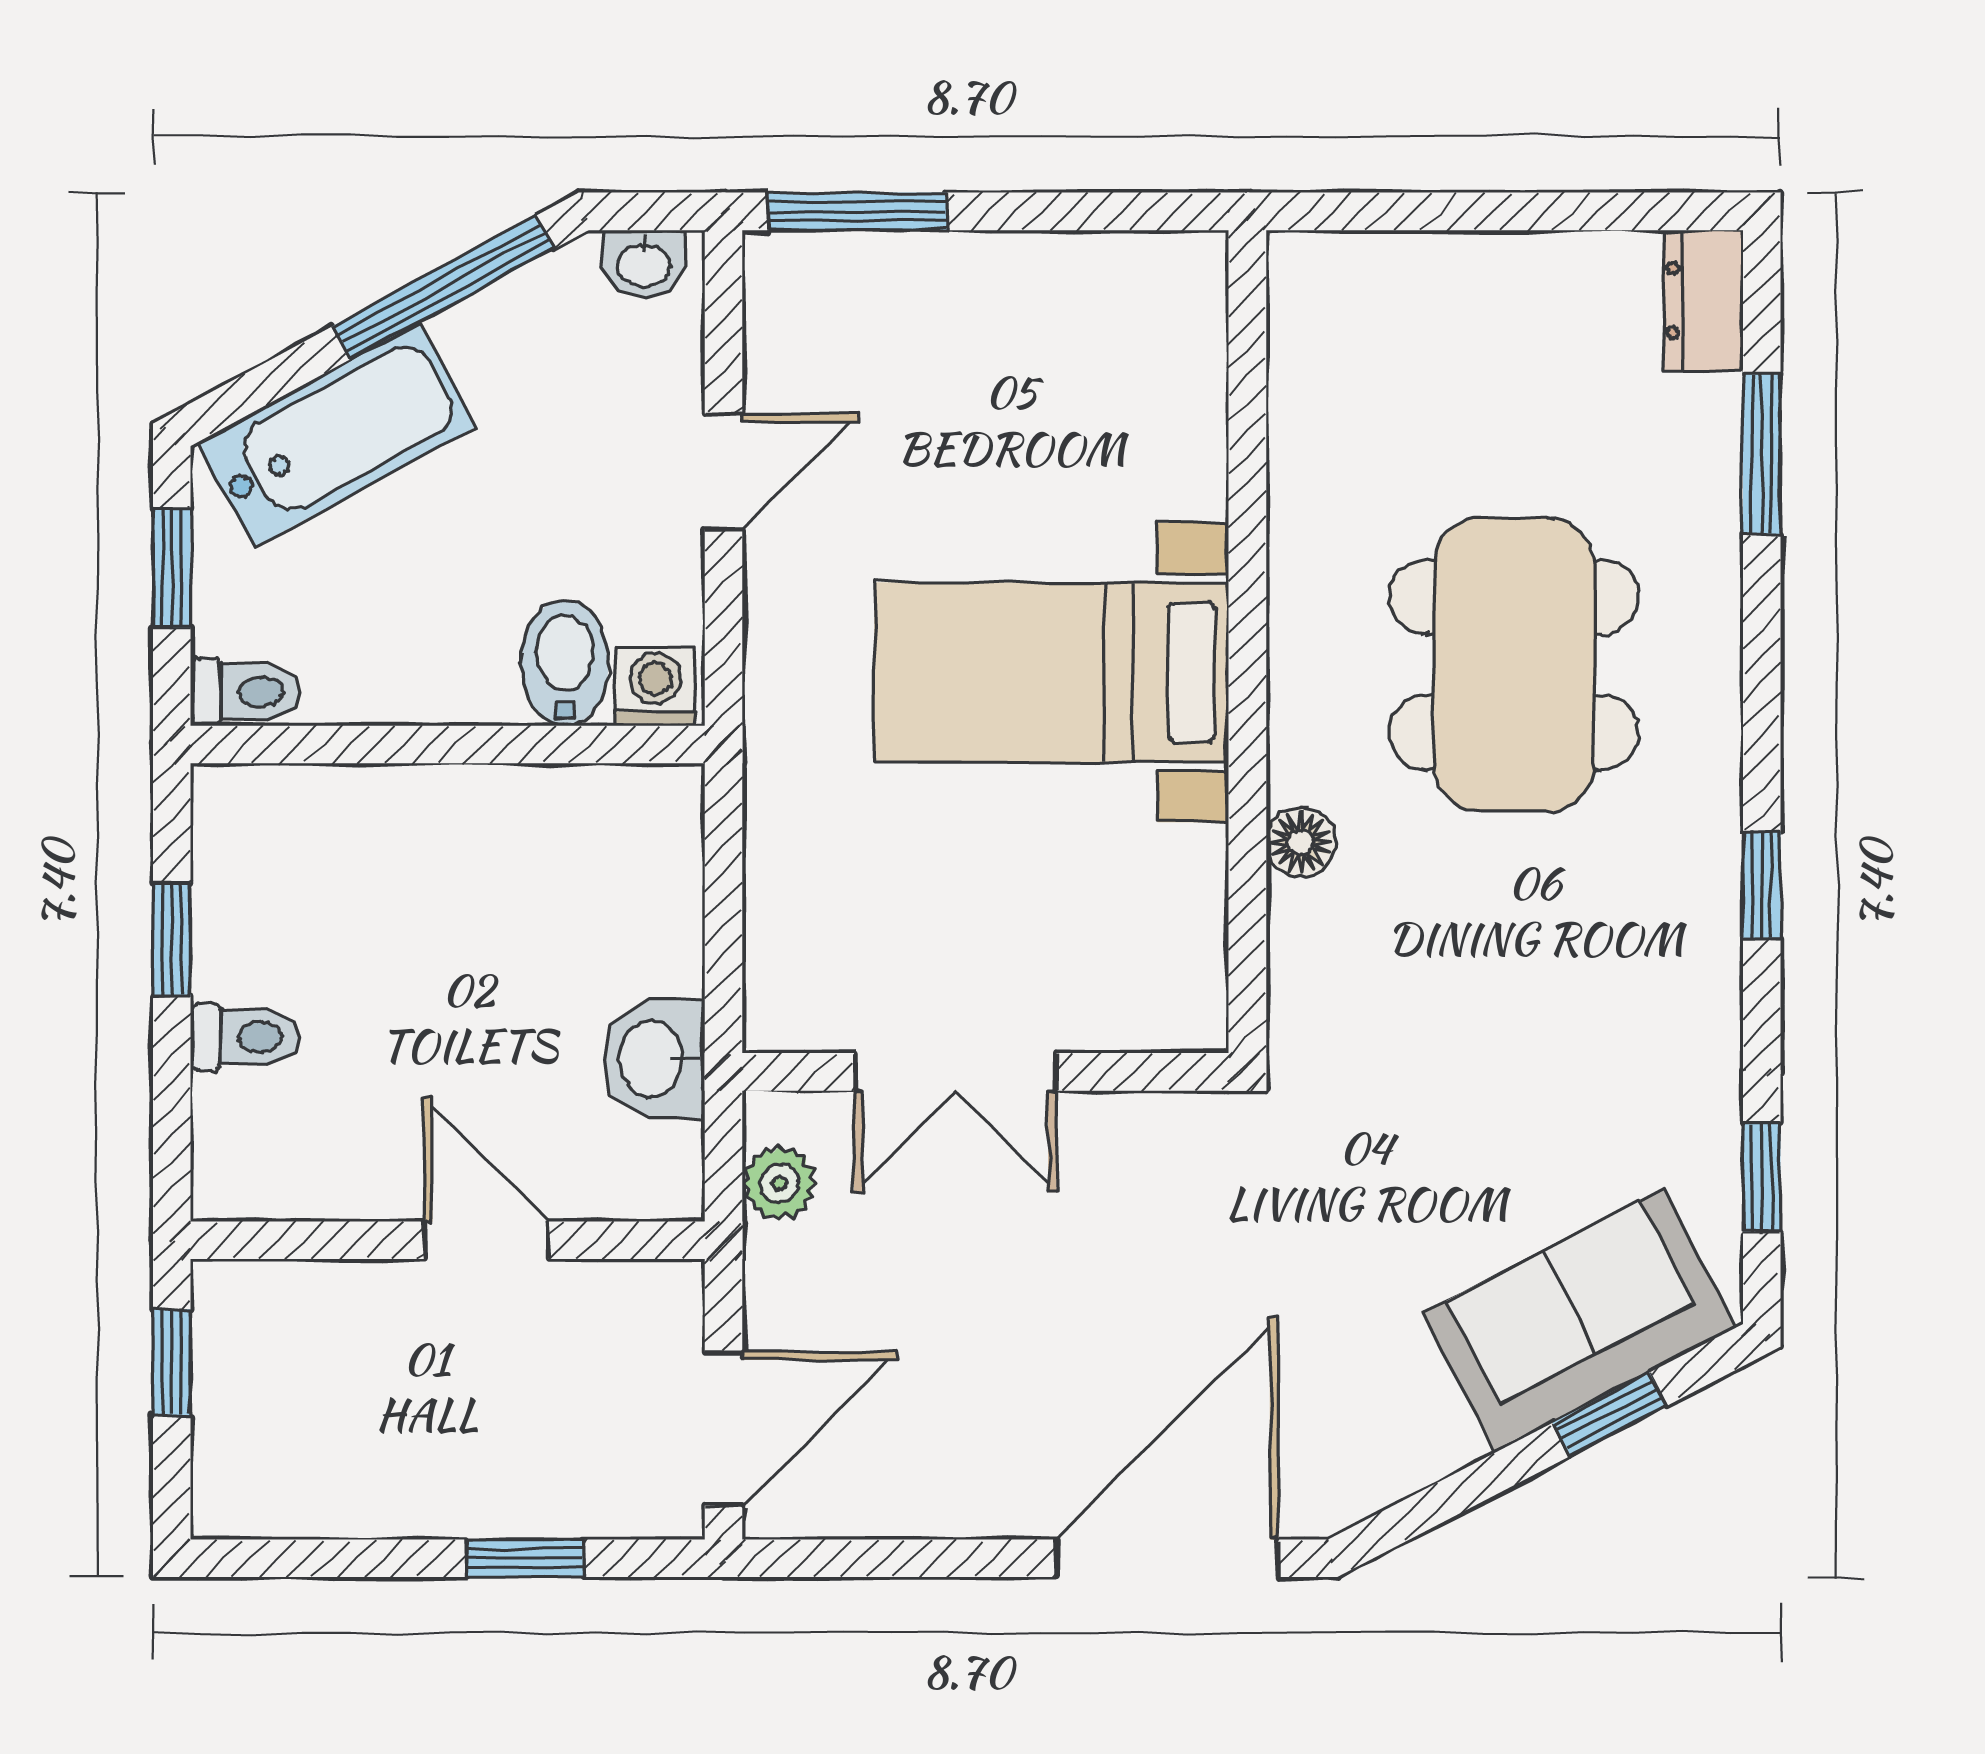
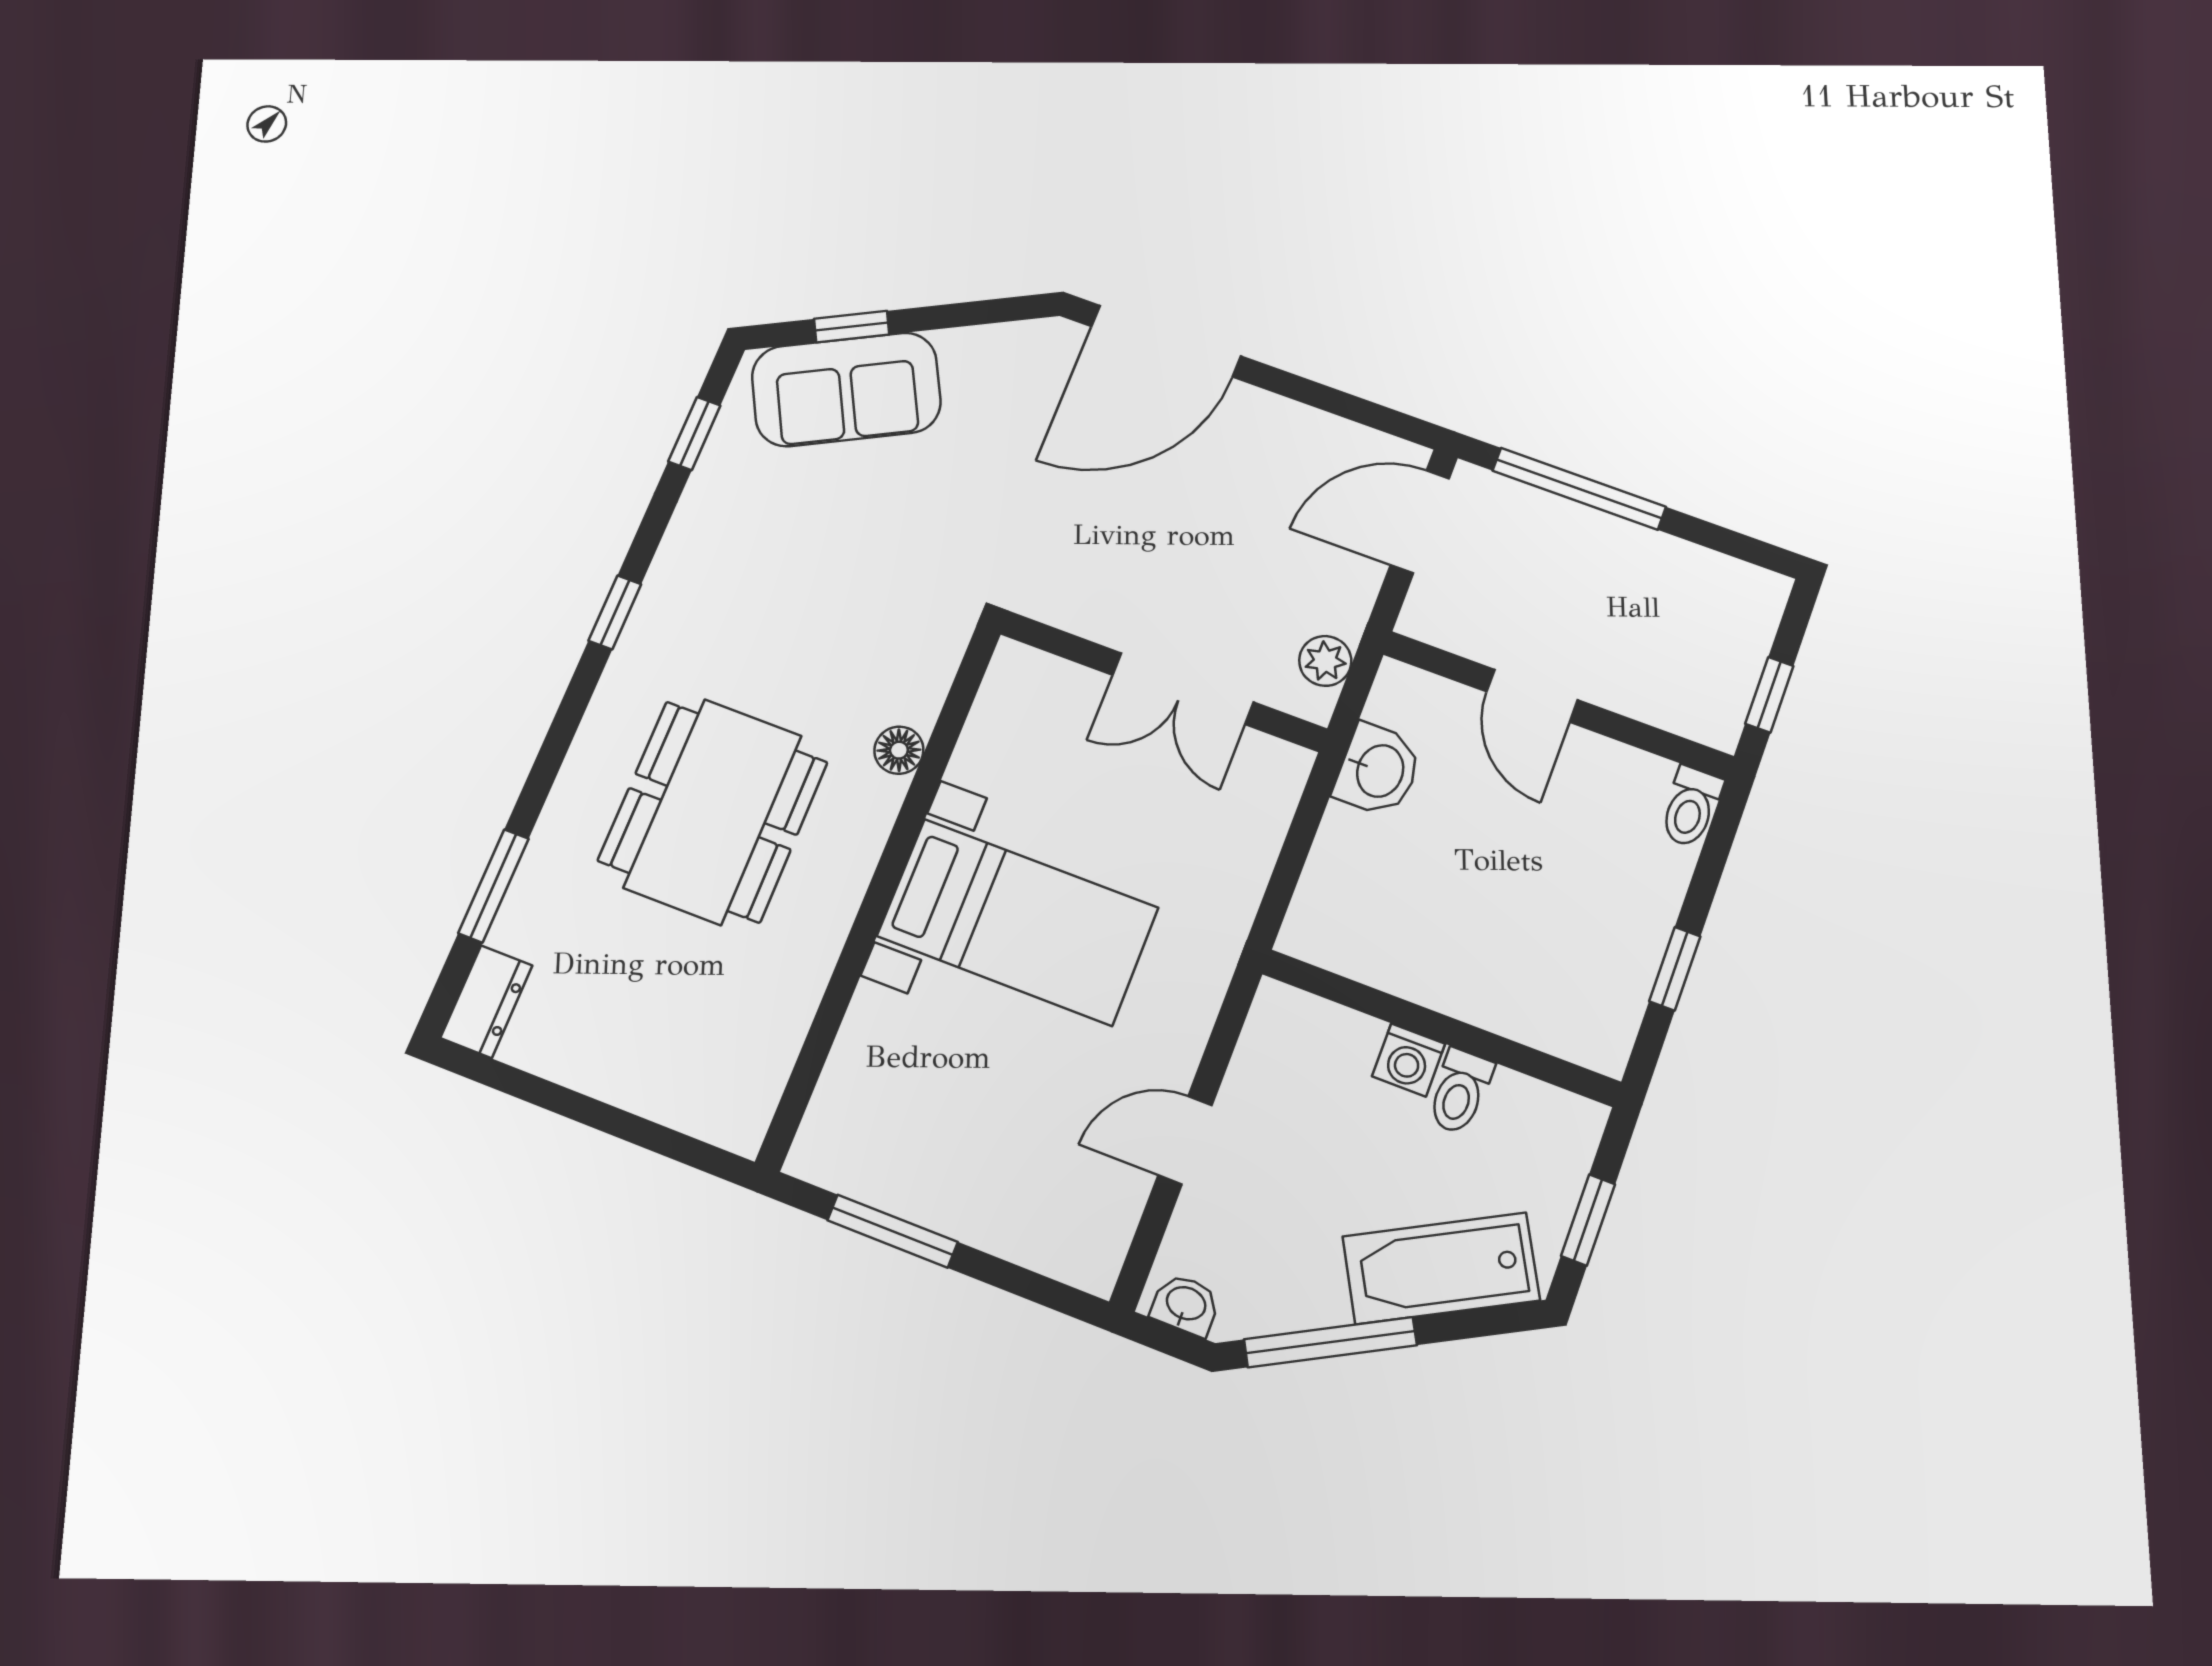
window: (858, 211) -> (893, 1231), moved
bidet: (565, 663) -> (1341, 1052), removed
washing machine: (655, 686) -> (1408, 1060), moved
toilet: (245, 692) -> (1460, 1091), moved, turned -90
toilet: (245, 1037) -> (1691, 807), moved, turned -90
double door: (955, 1072) -> (1183, 689), swing flipped
window: (525, 1558) -> (1579, 489), width x2.17

